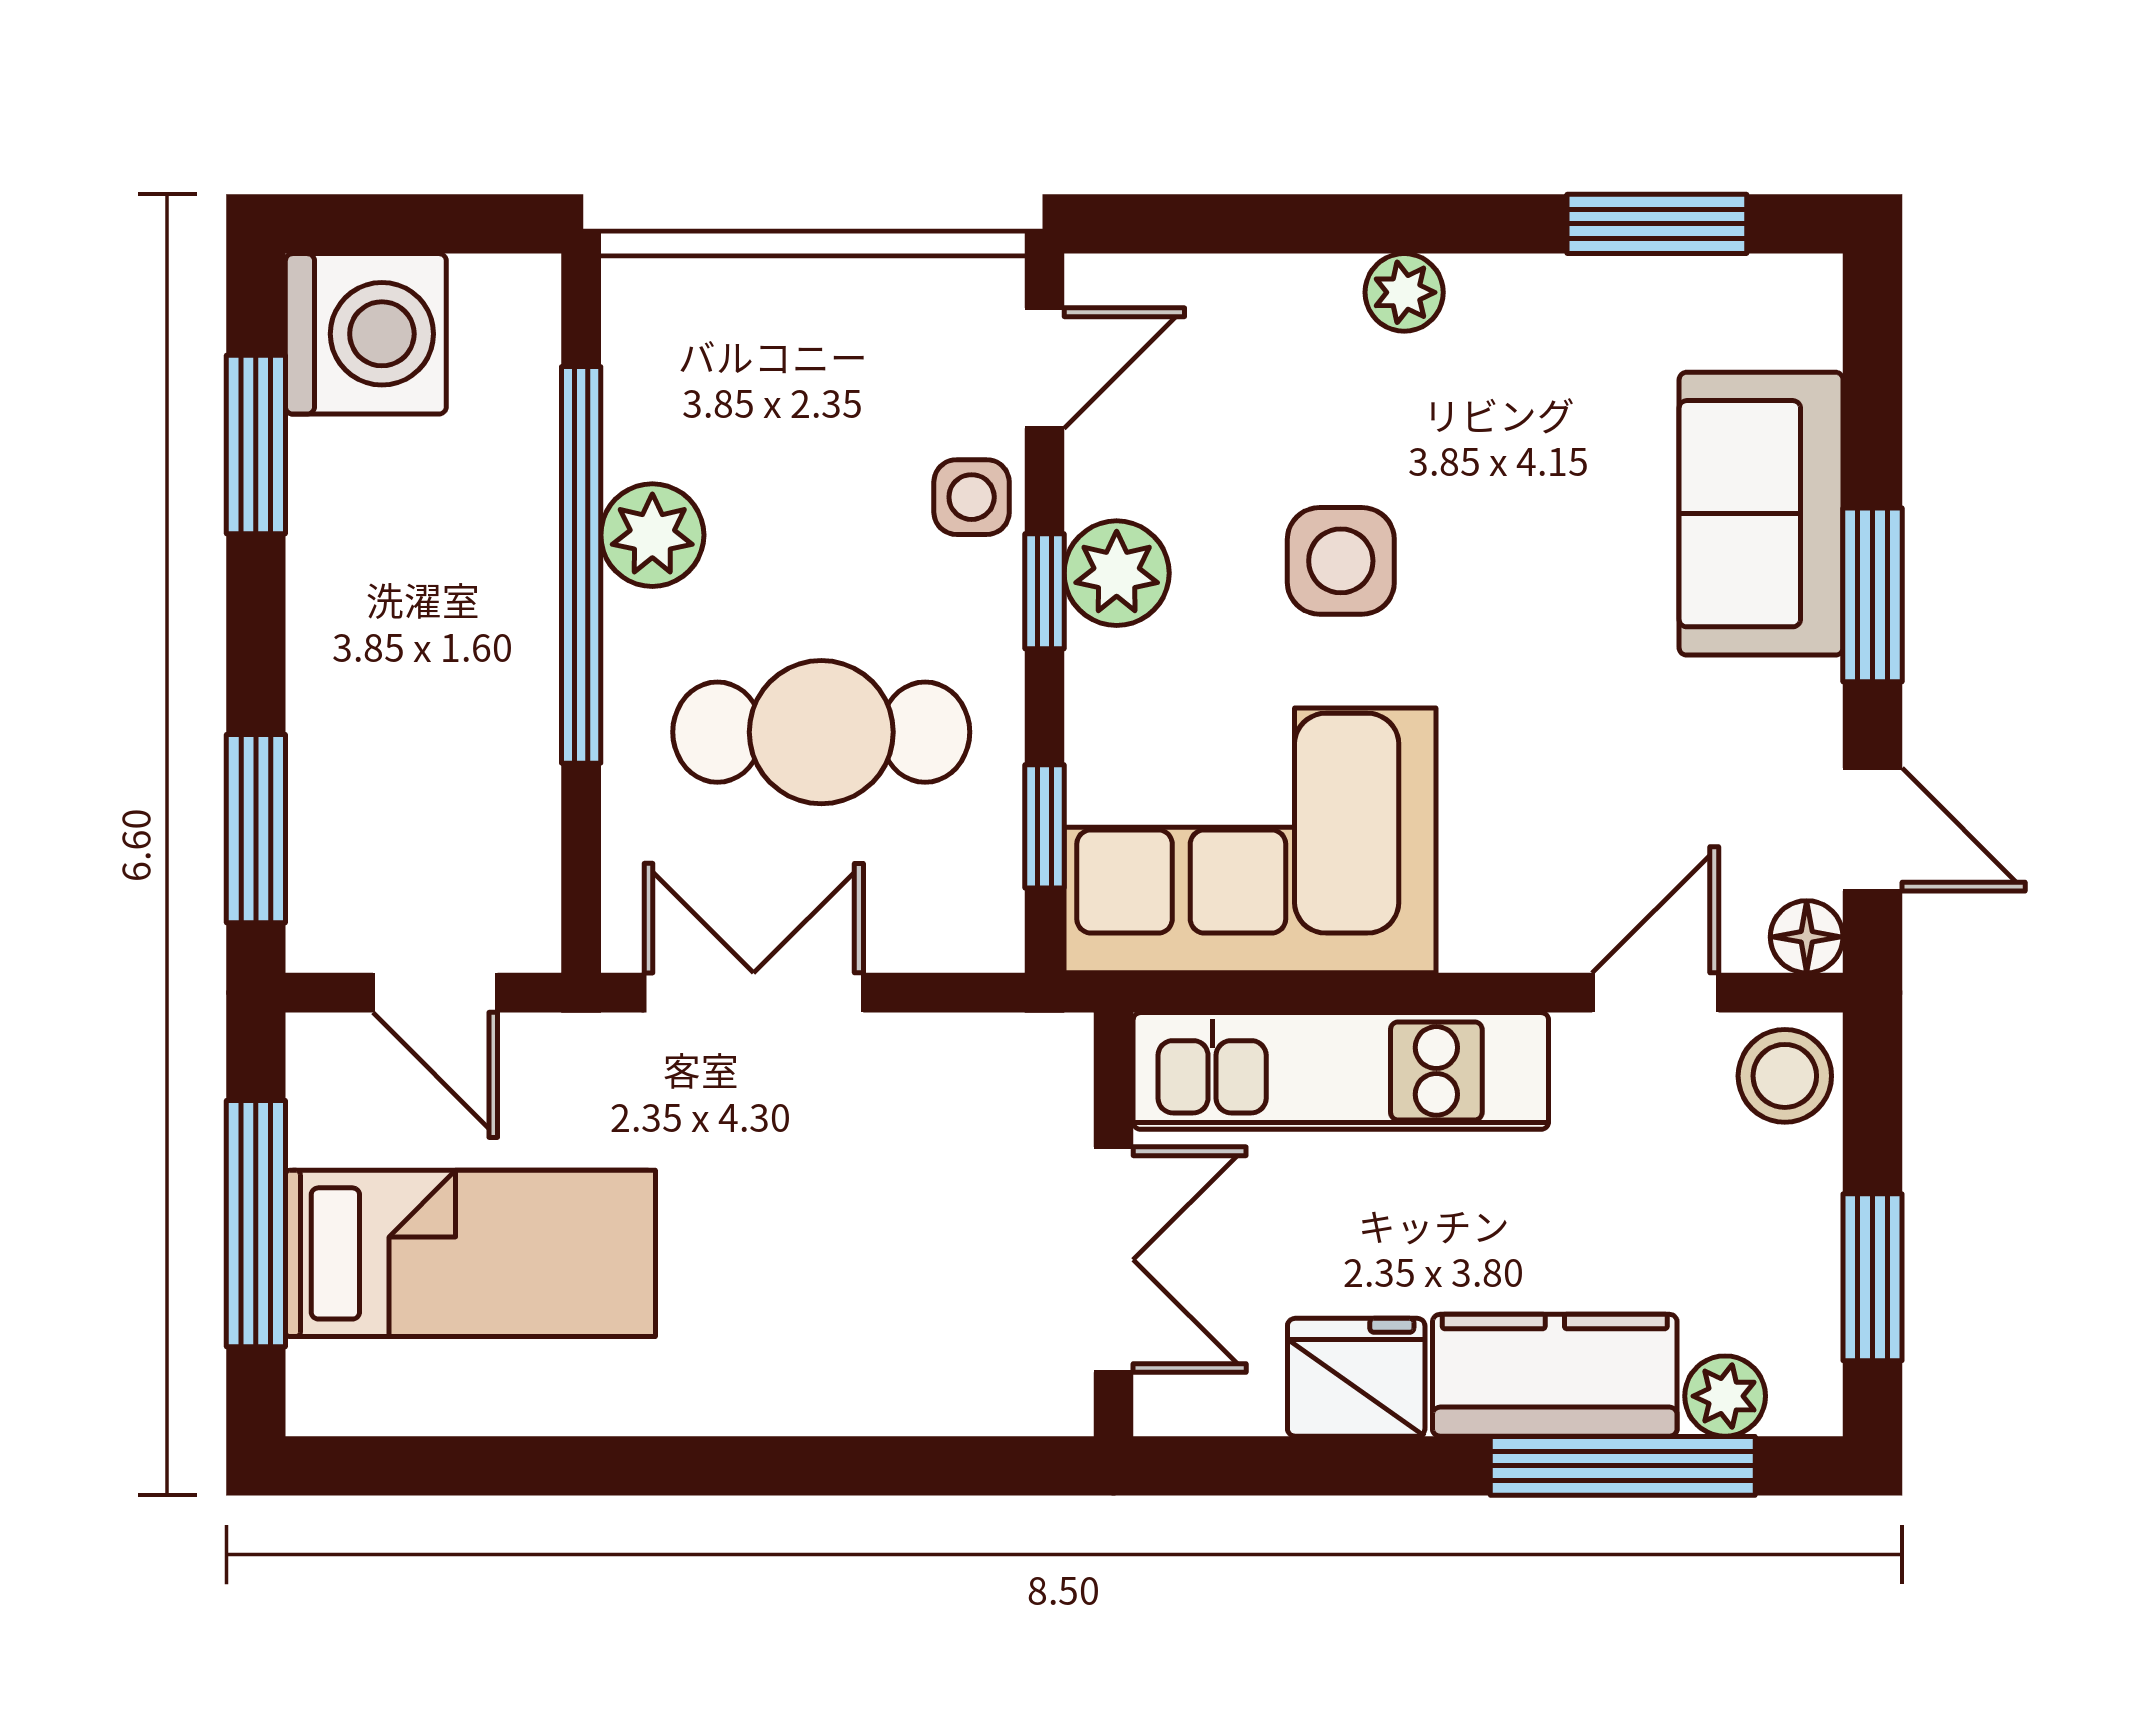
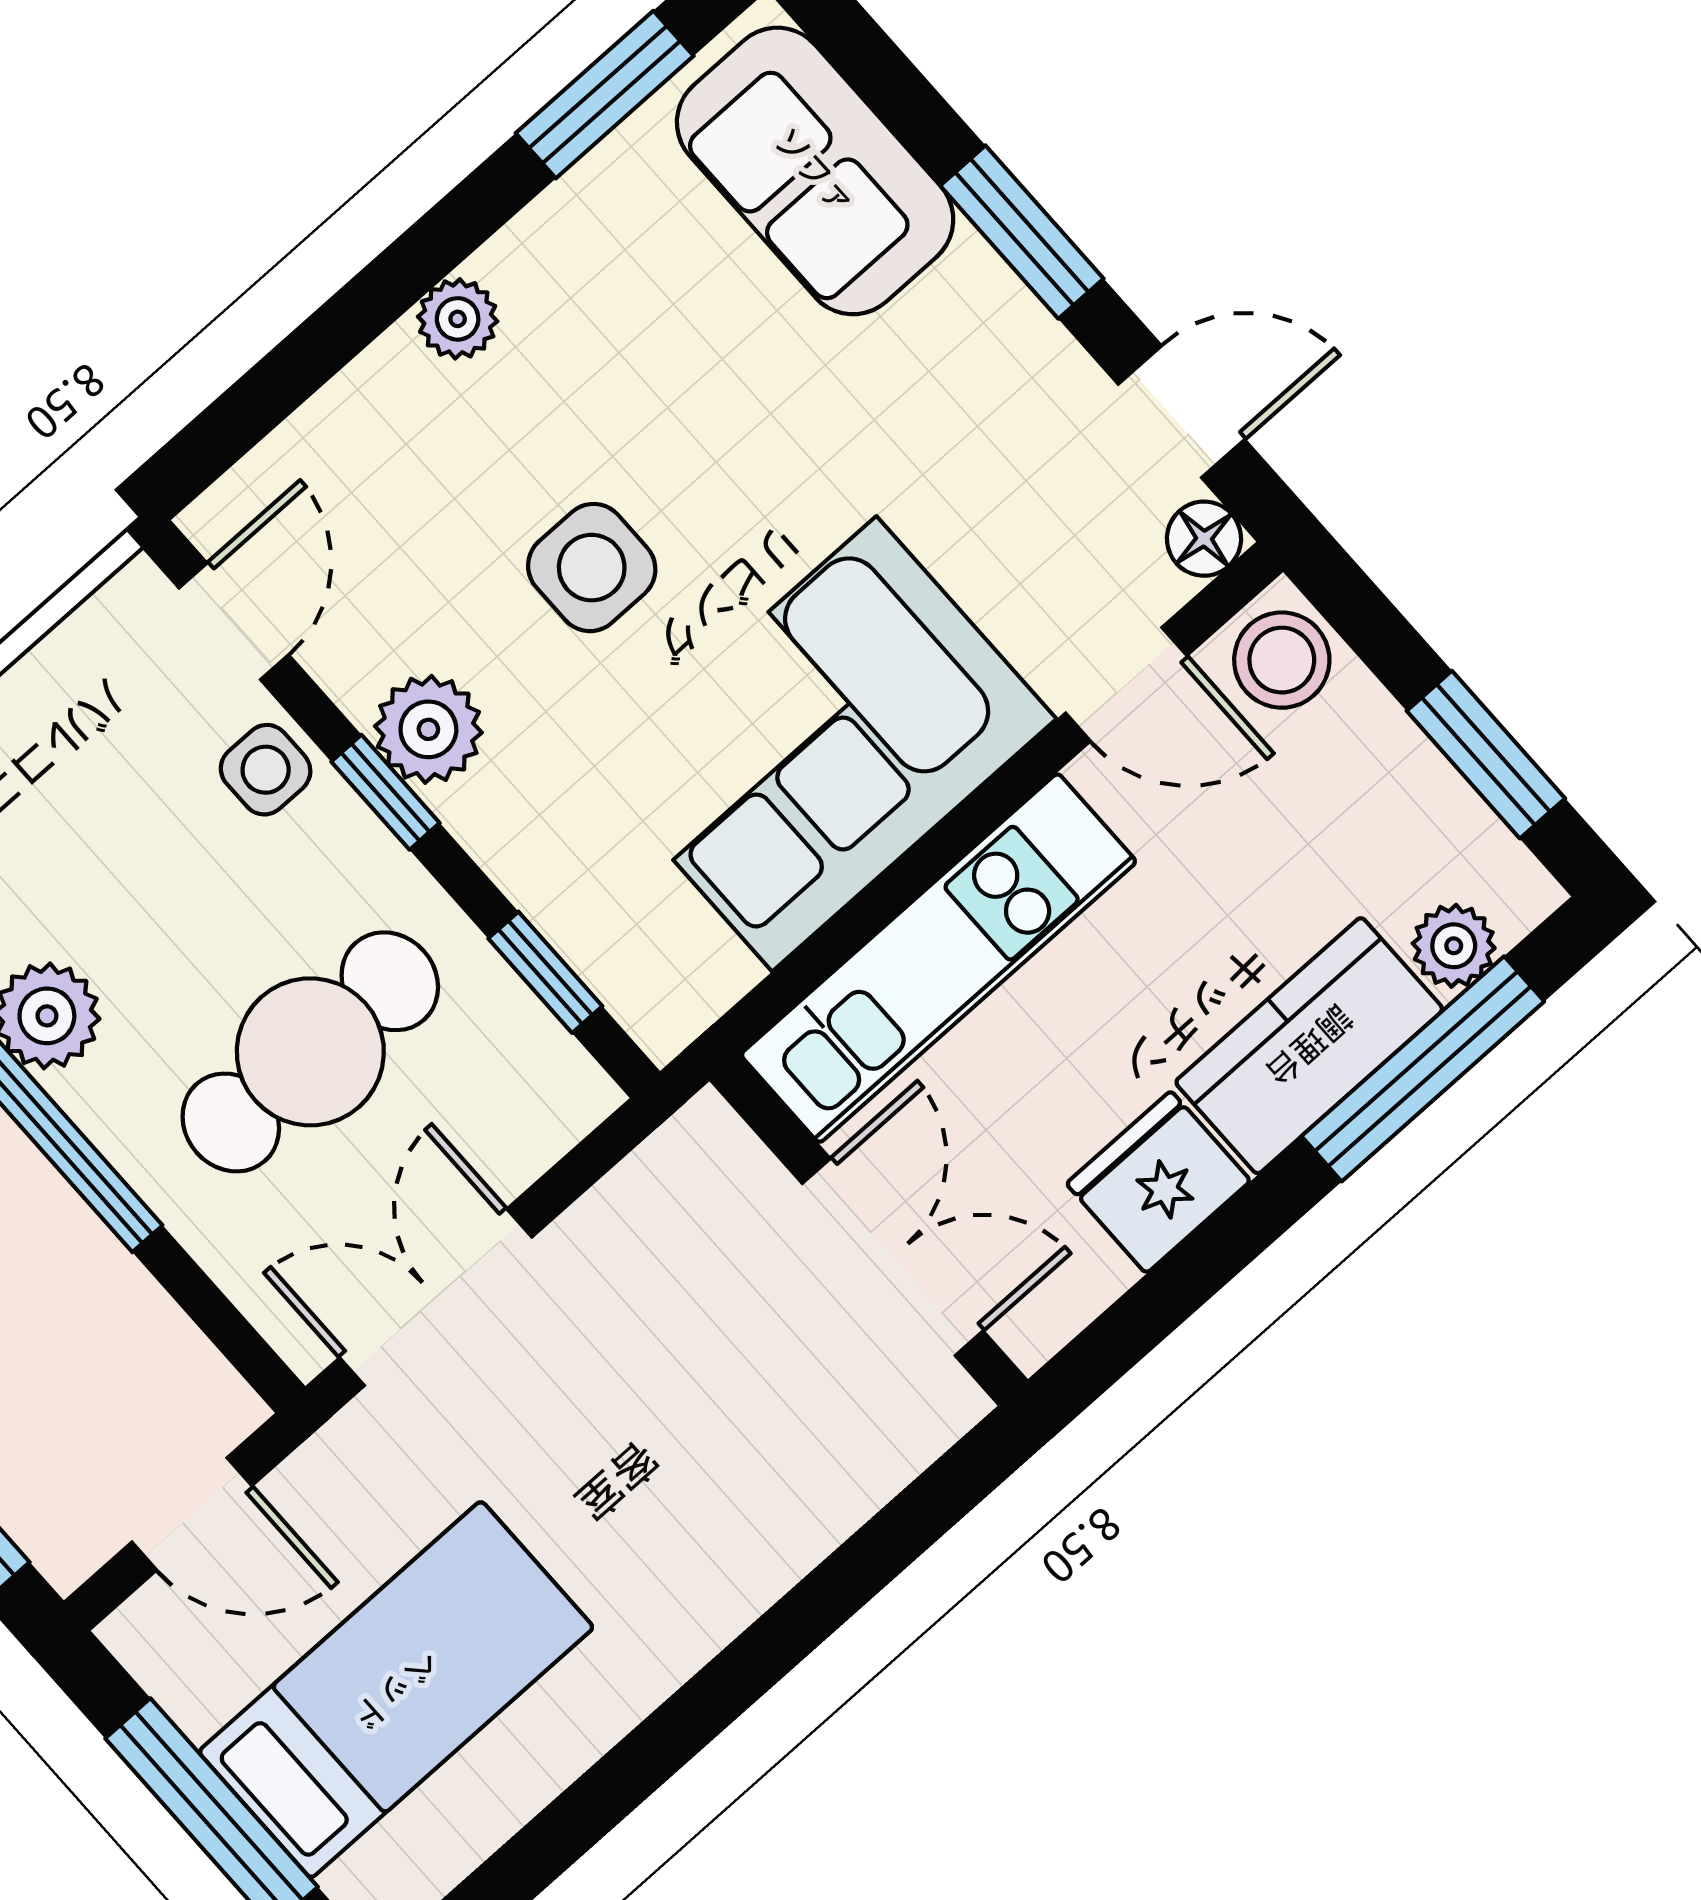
sofa: (1761, 514) -> (815, 171), moved
corner sofa: (1250, 840) -> (824, 744), moved
door: (1655, 993) -> (1126, 684), swing flipped

